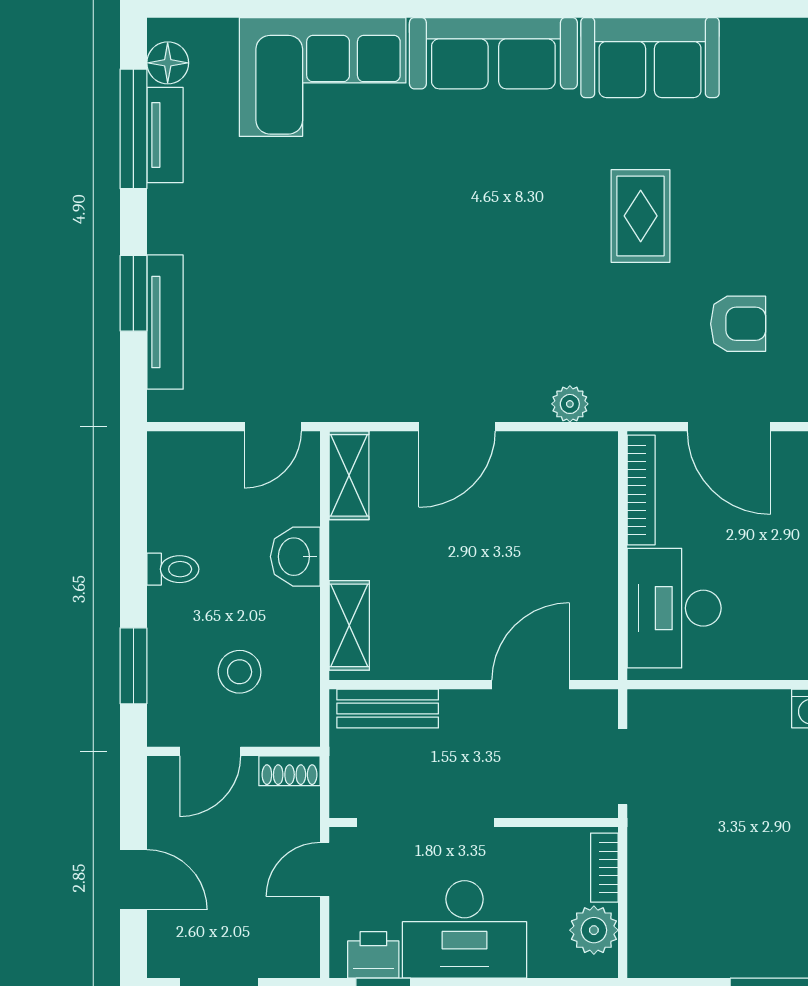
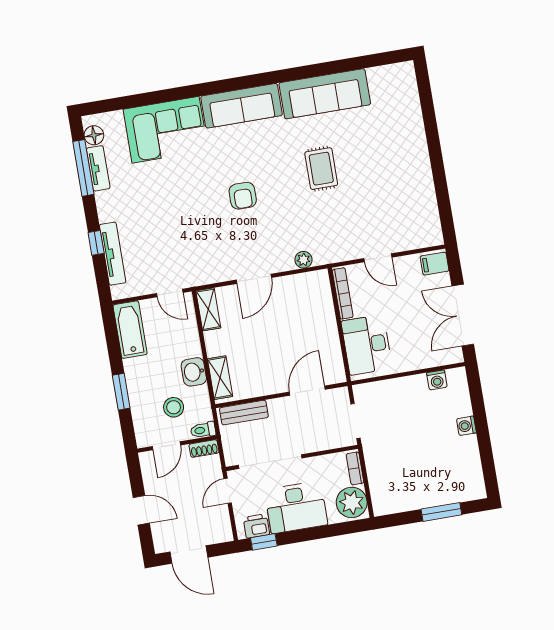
sofa: (650, 58) -> (325, 94), width x1.36
window: (133, 293) -> (96, 243), width x0.67
armchair: (738, 324) -> (243, 196), moved, turned 90
door: (273, 427) -> (170, 293), hinge flipped
door: (729, 427) -> (378, 258), width x0.73
bathtub: (175, 490) -> (130, 330), added
washbasin: (295, 557) -> (194, 372), moved
toilet: (173, 569) -> (203, 430), moved, turned 180
window: (133, 666) -> (121, 392), moved
plant: (594, 930) -> (352, 502), width x1.36, depth x1.36

